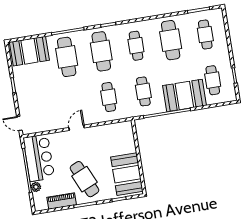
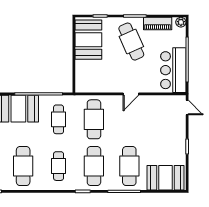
cafe table: (109, 97) -> (94, 119), width x1.37, depth x1.35
plant: (36, 187) -> (181, 22), moved

